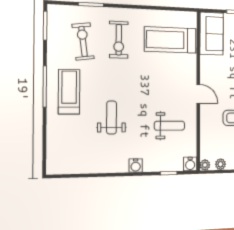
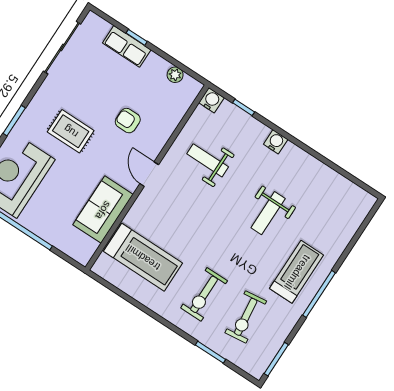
sofa: (212, 34) -> (103, 210), moved
exercise bike: (119, 40) -> (204, 294), turned 180
treadmill: (69, 92) -> (297, 272), turned 180
plant: (205, 165) -> (195, 87), removed

